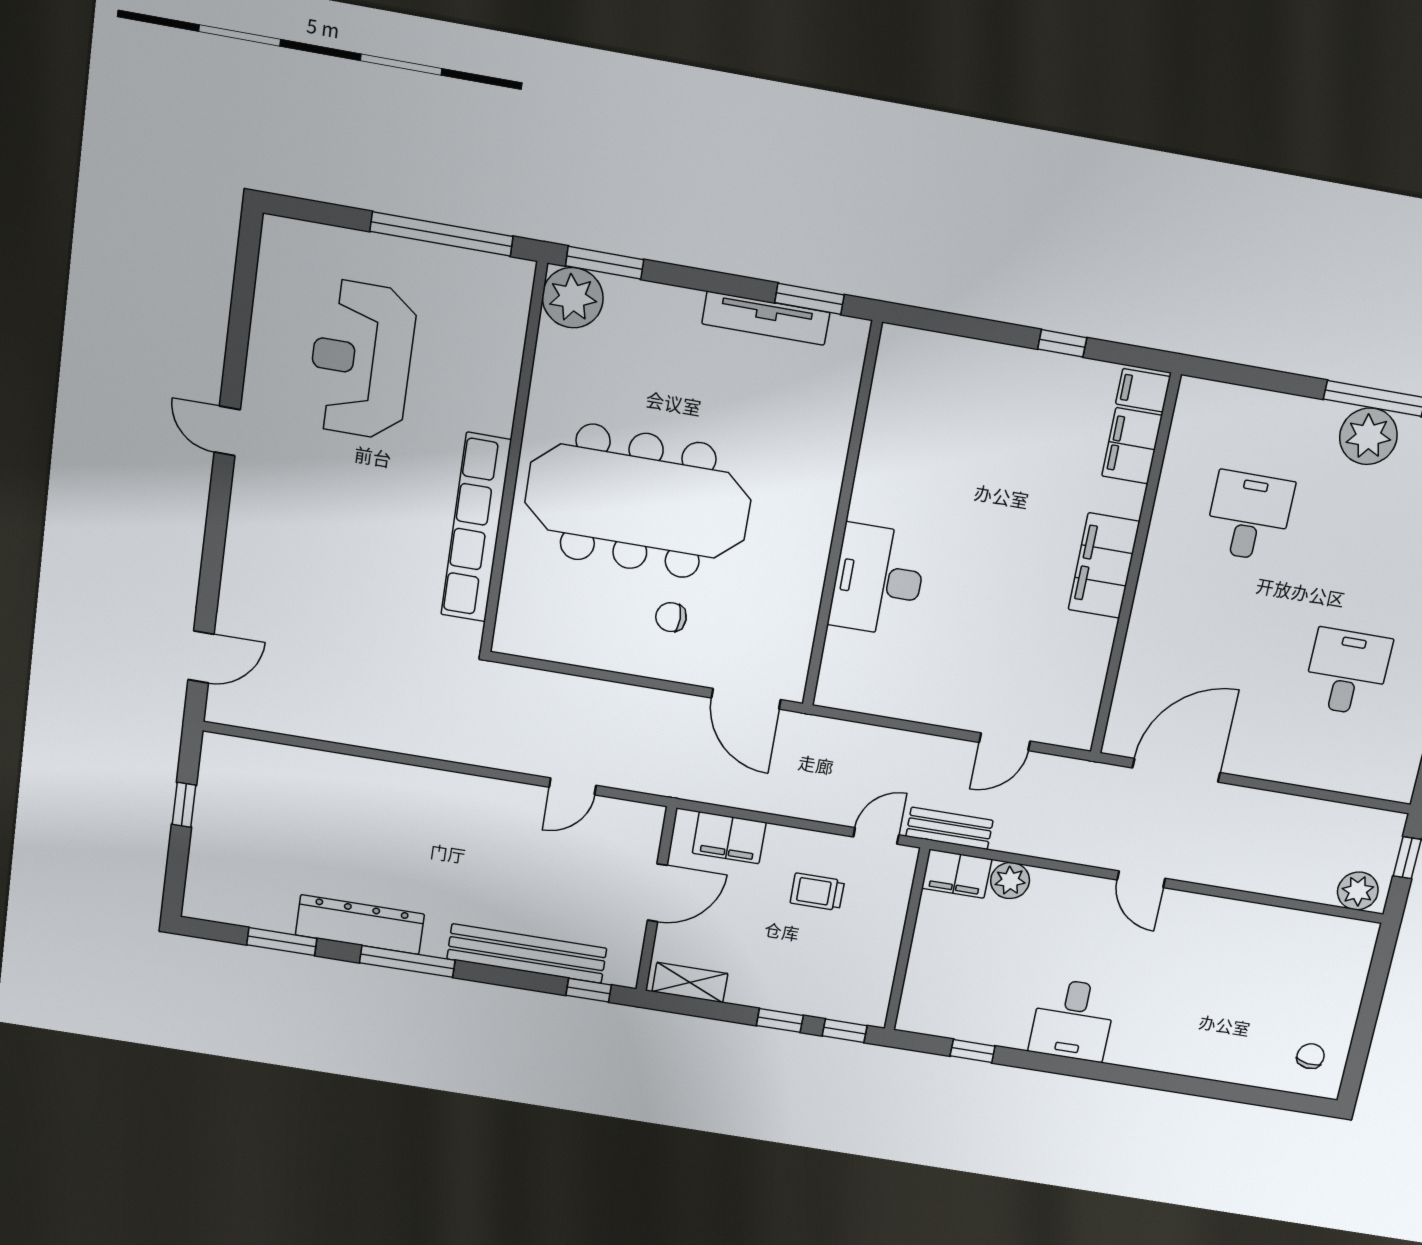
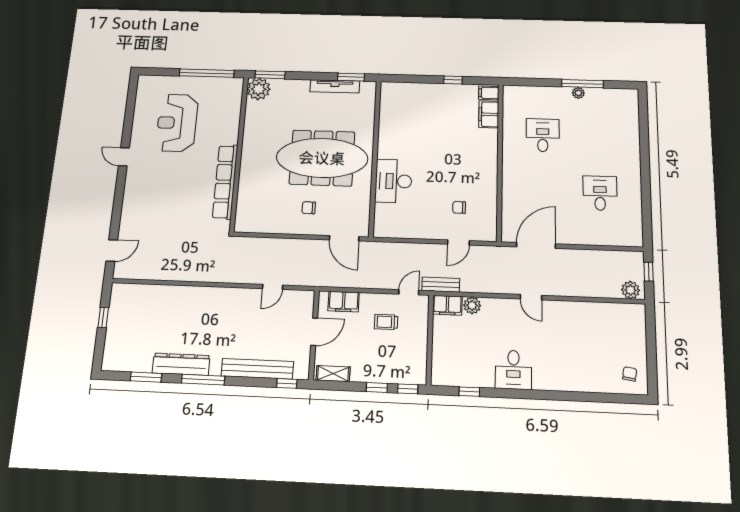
plant: (1368, 436) -> (578, 93), width x0.53, depth x0.53
meeting table: (638, 501) -> (322, 158), moved
filing cabinet: (1104, 566) -> (487, 163), removed
chair: (1020, 662) -> (459, 207), added

